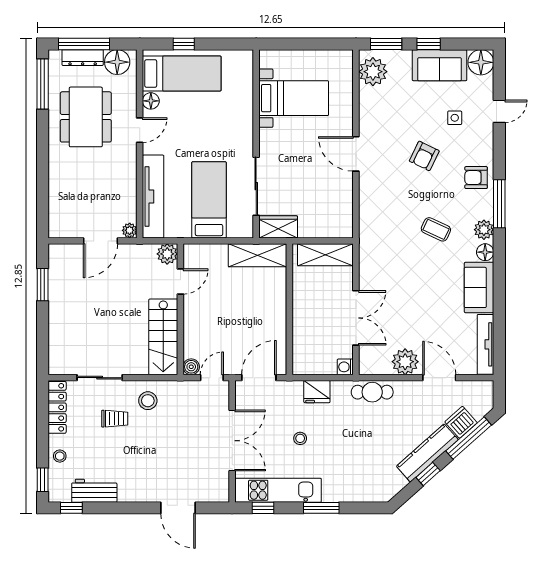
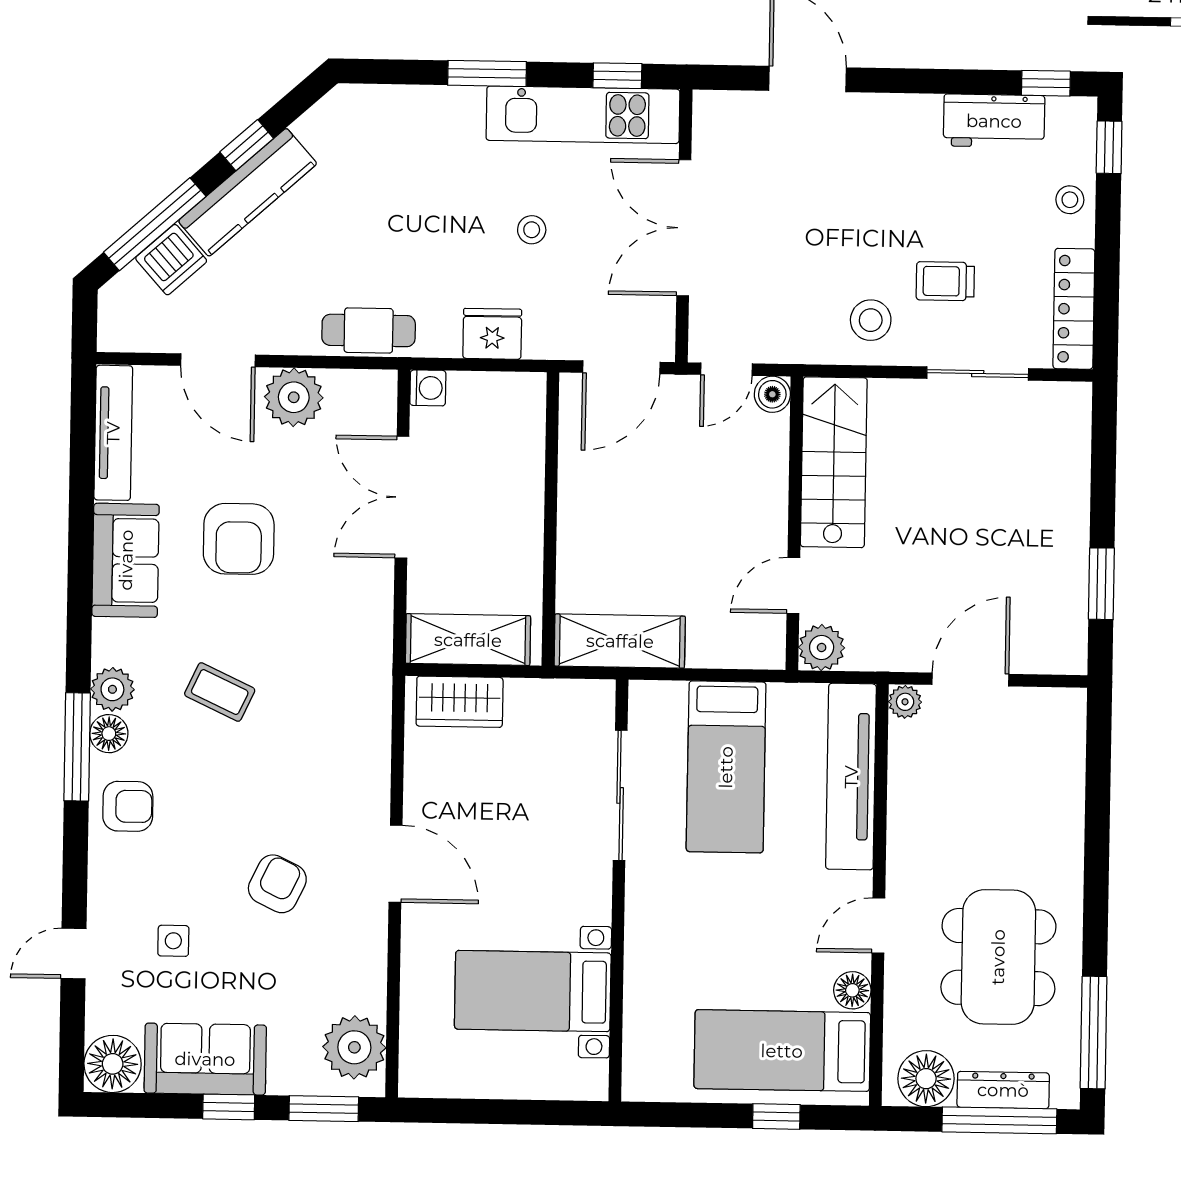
armchair: (424, 156) -> (277, 884), moved
wardrobe: (278, 227) -> (460, 702), moved
floor lamp: (485, 252) -> (109, 734), moved
armchair: (429, 298) -> (239, 539), added

